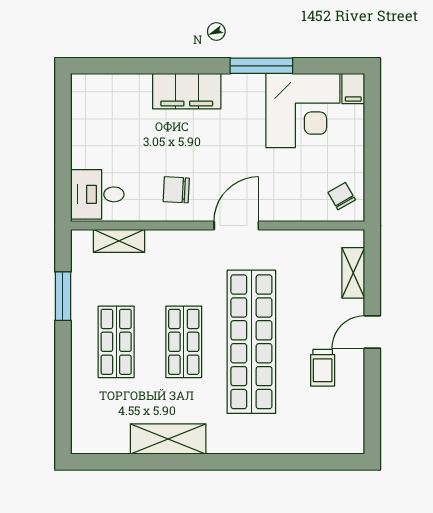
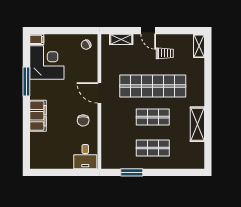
shelving: (119, 241) -> (199, 46), moved

